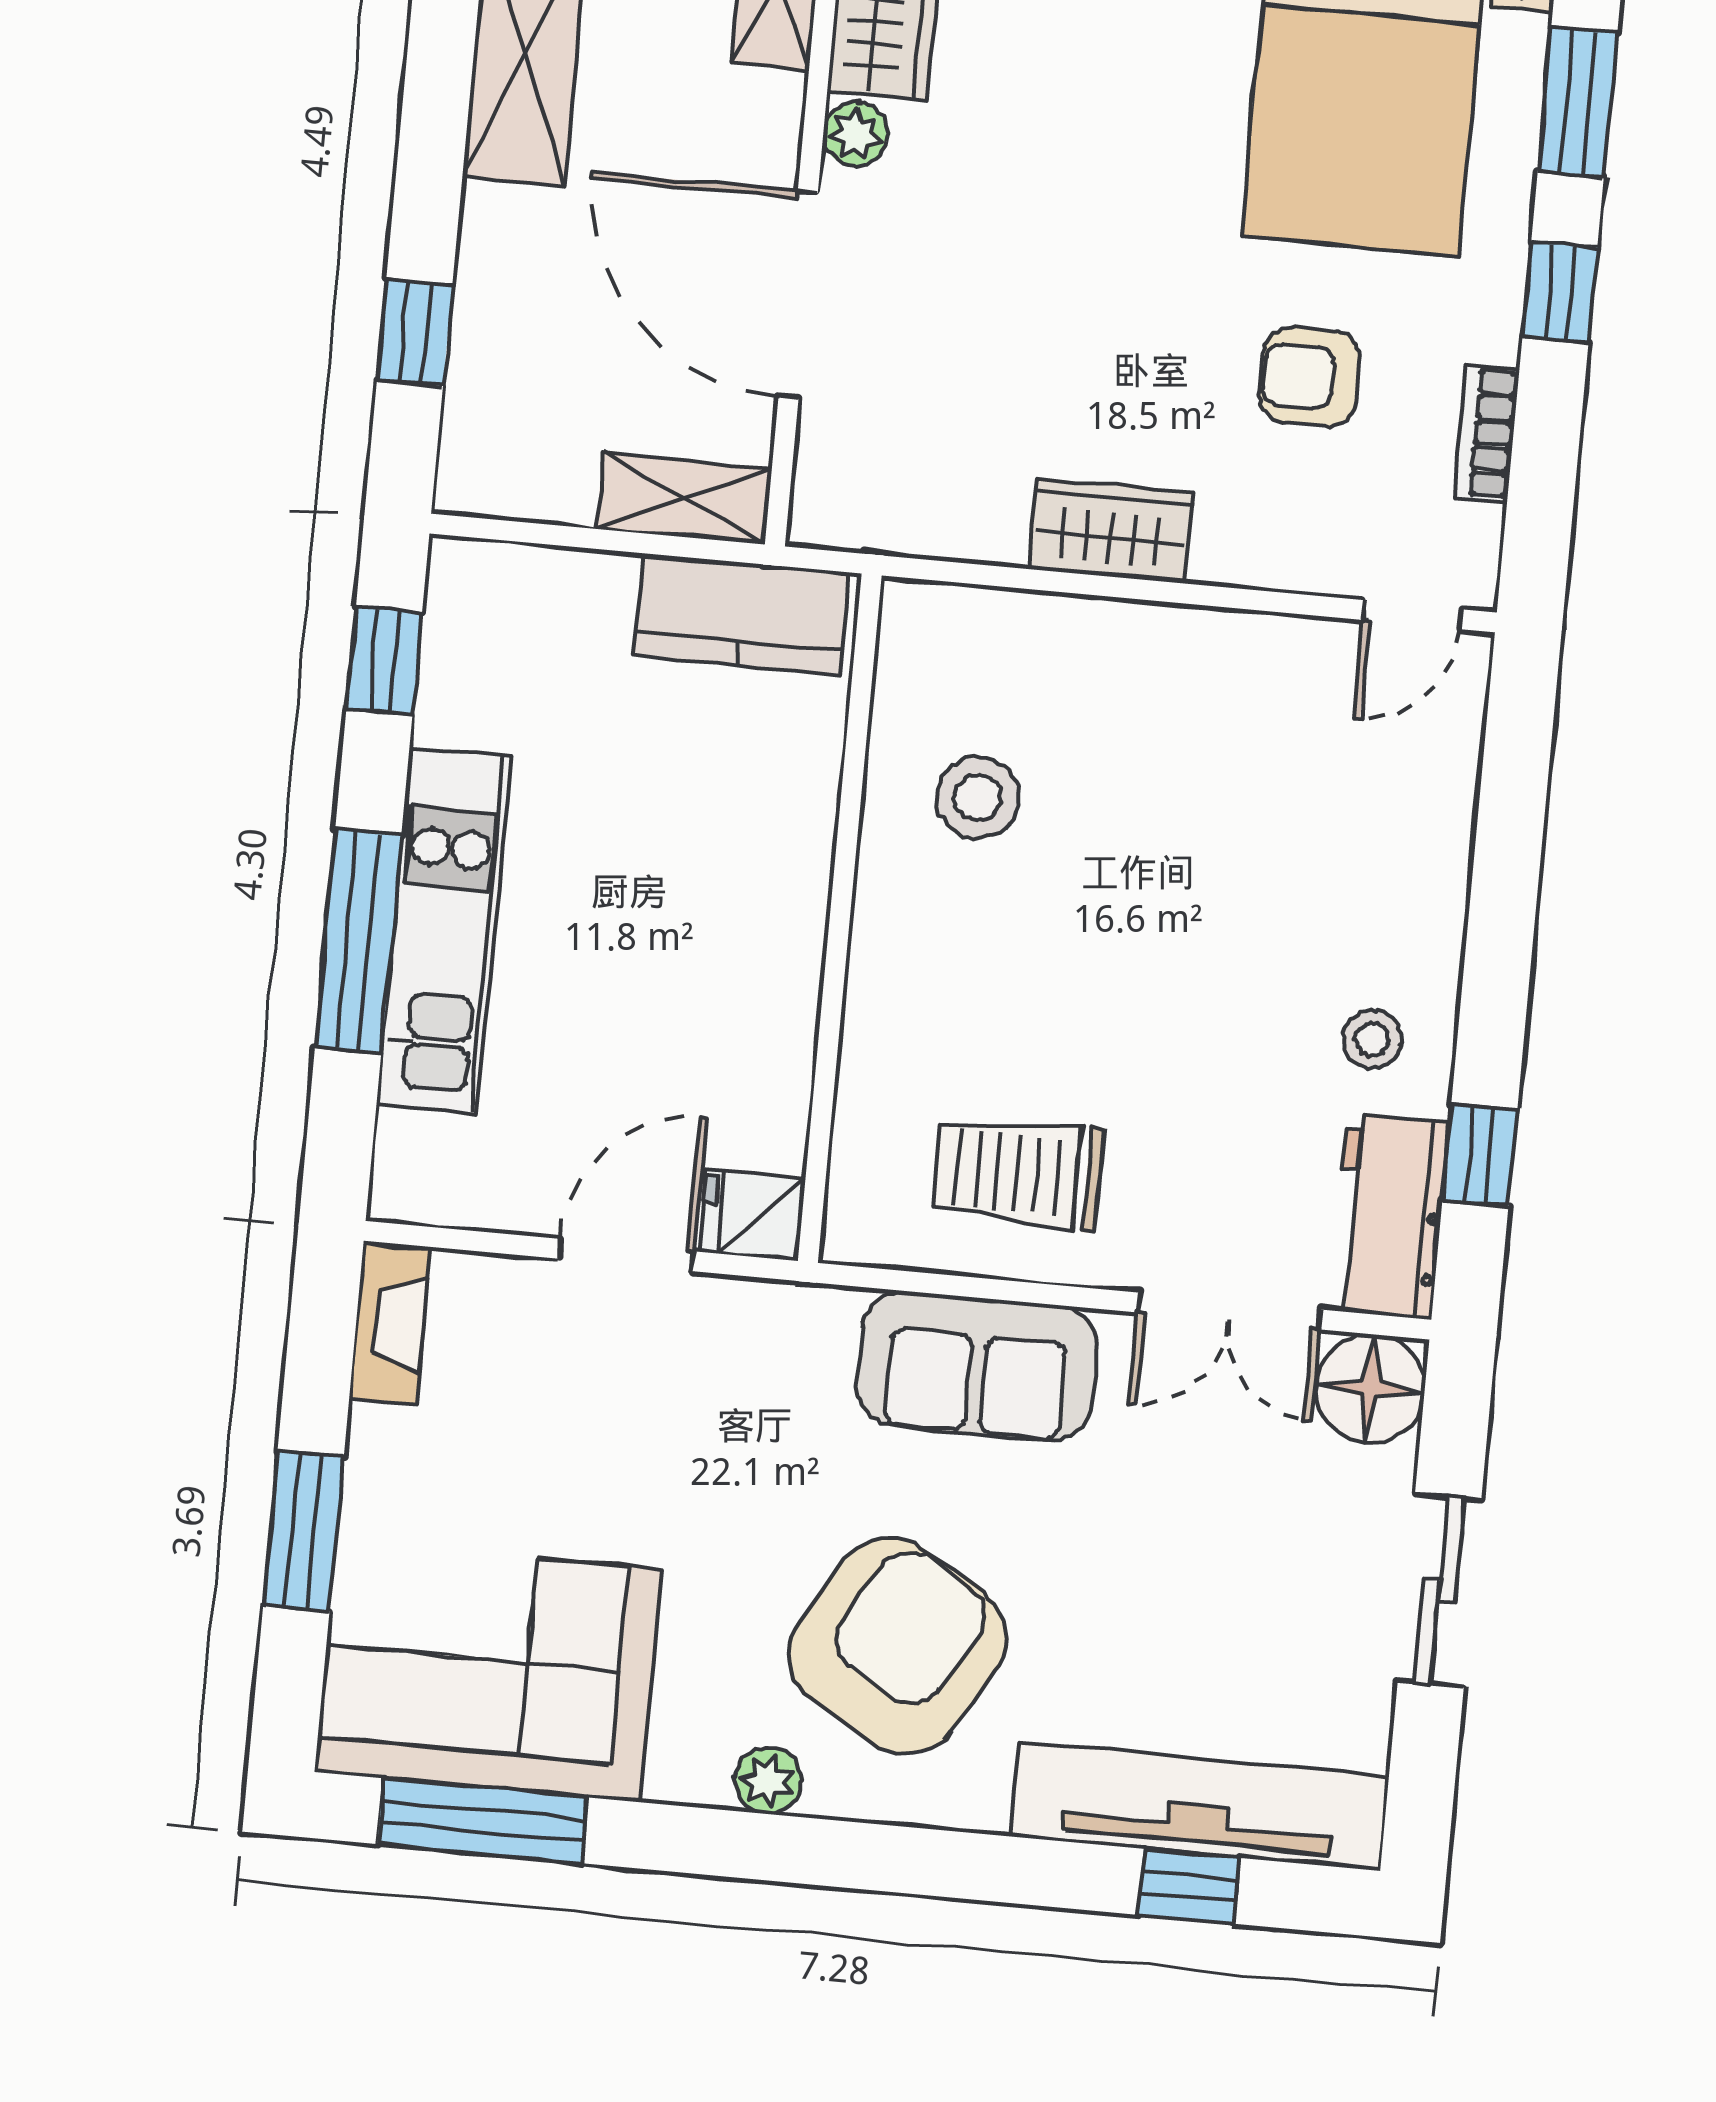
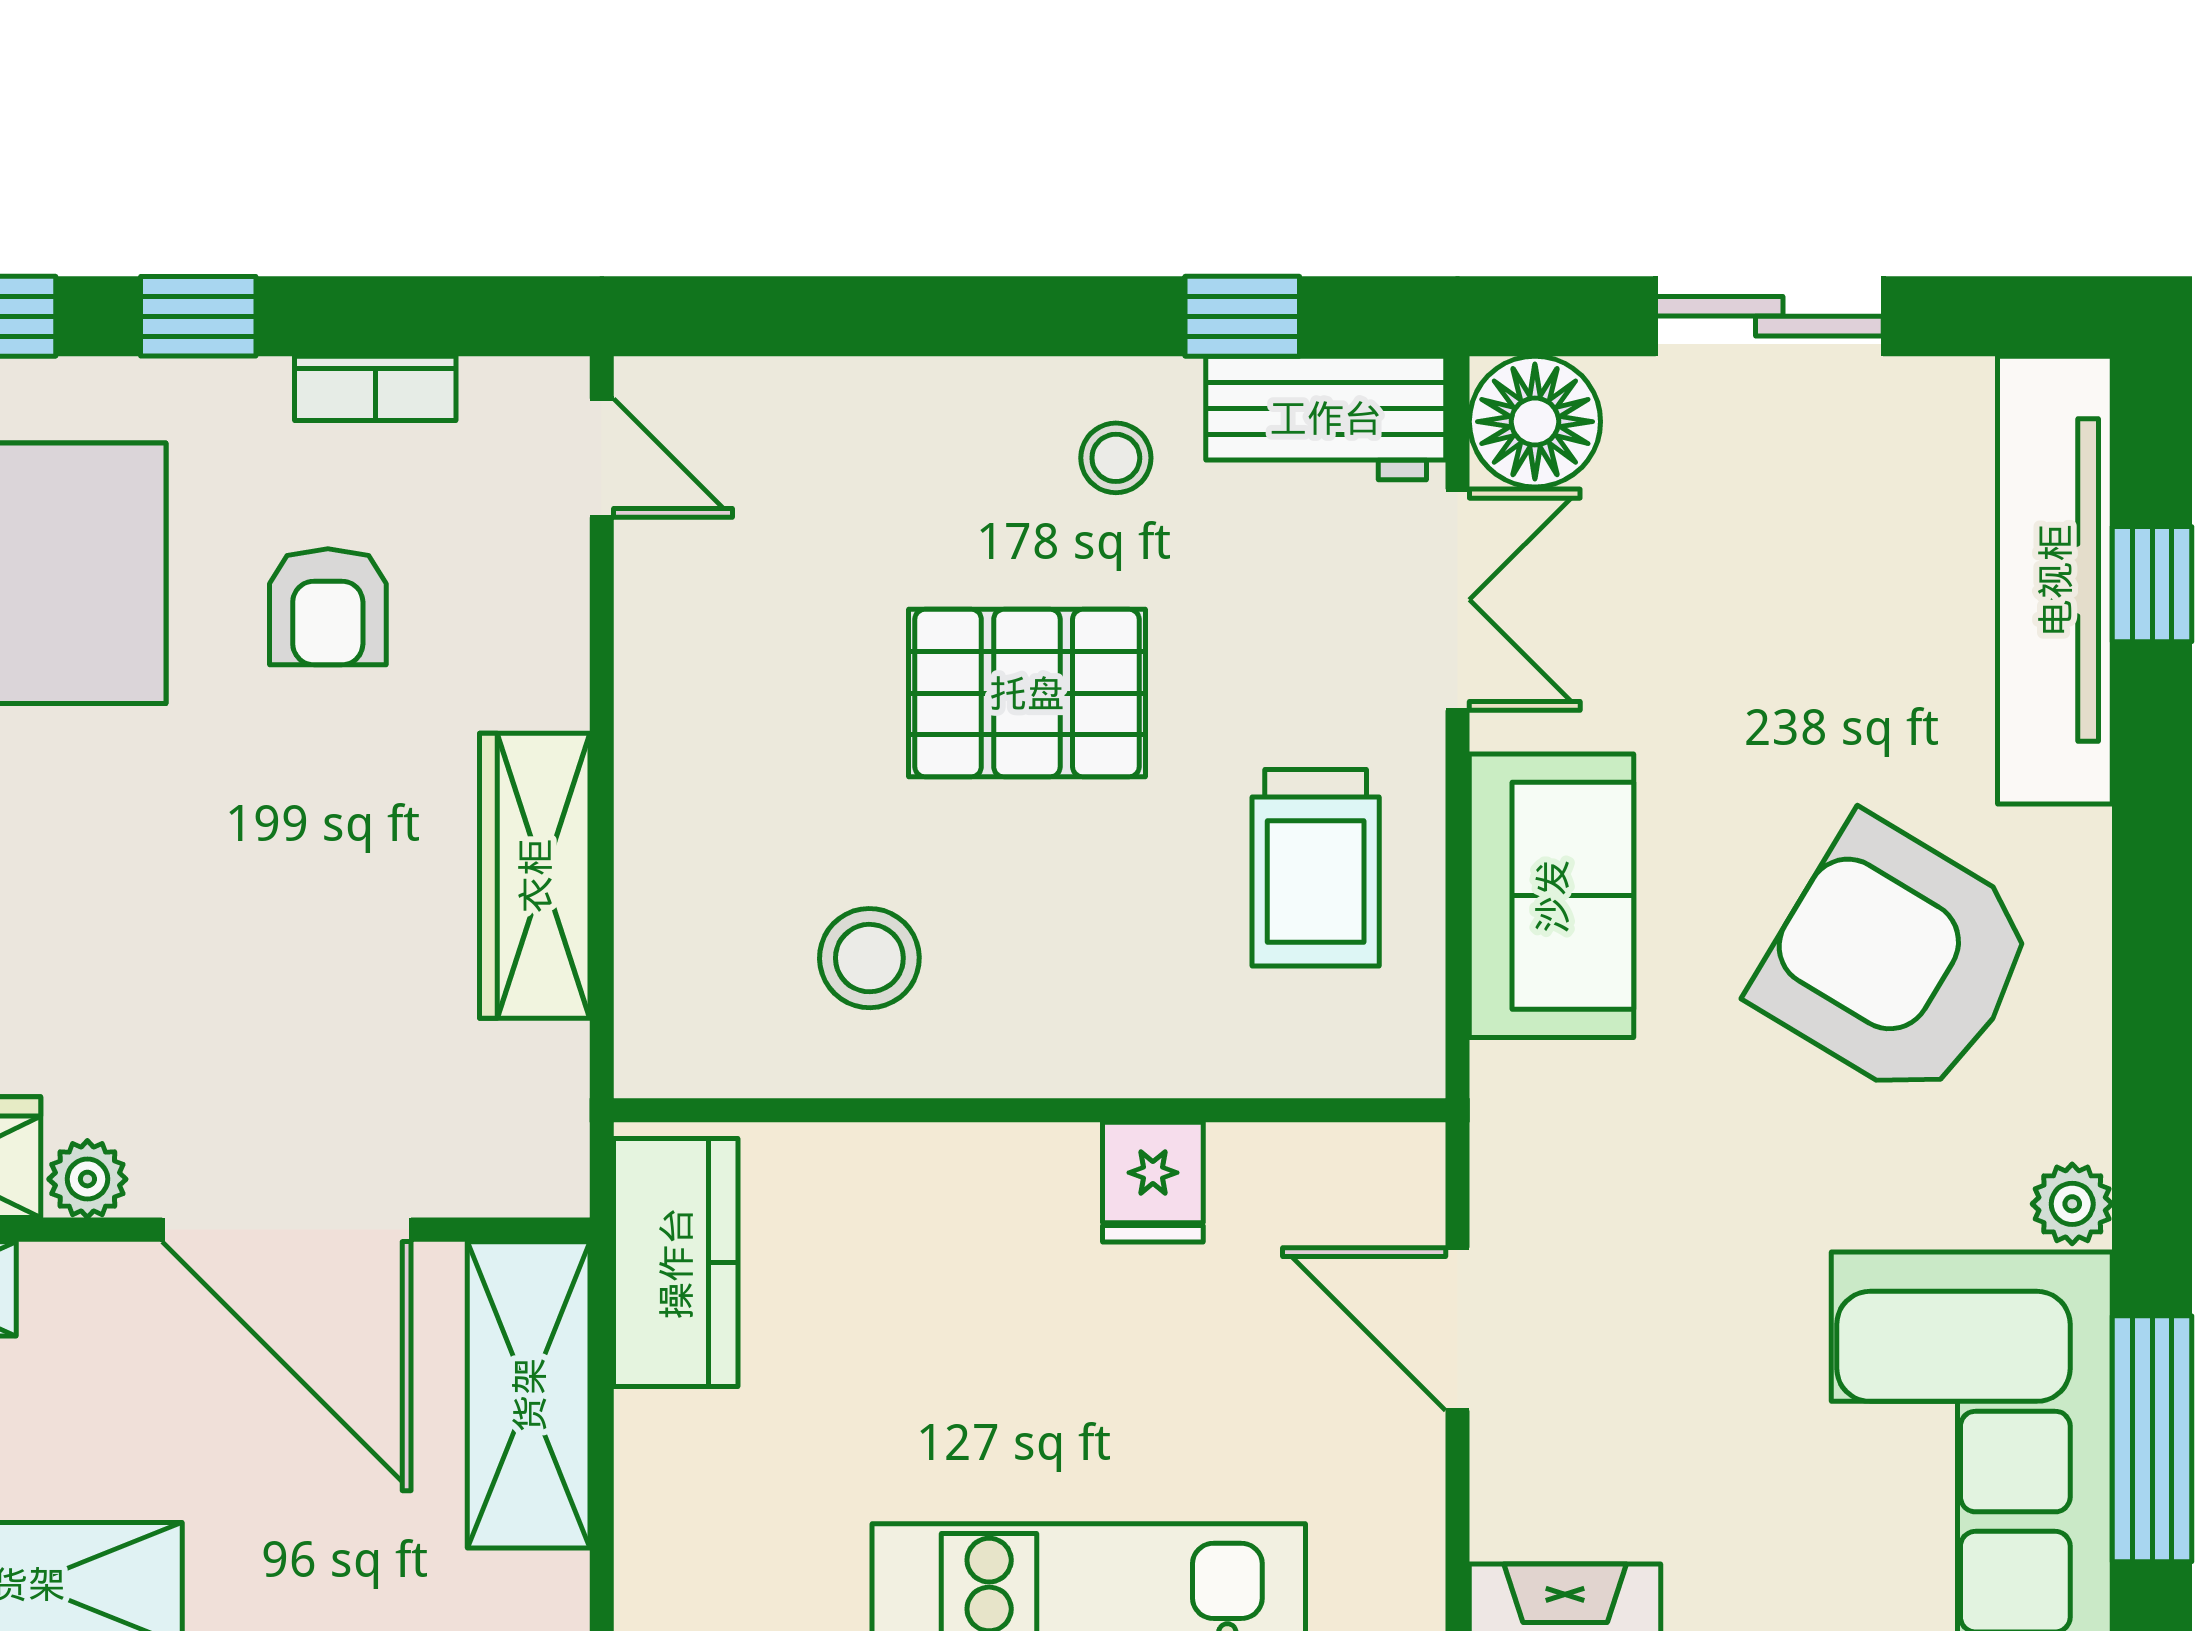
door: (798, 295) -> (287, 1230), hinge flipped
shelving: (684, 499) -> (529, 1395), width x1.50, depth x1.33
wardrobe: (1111, 531) -> (535, 876), width x1.50
pallet: (1185, 948) -> (1027, 693), added
fridge: (752, 1215) -> (1153, 1182), moved
plant: (768, 1781) -> (2072, 1204), moved

